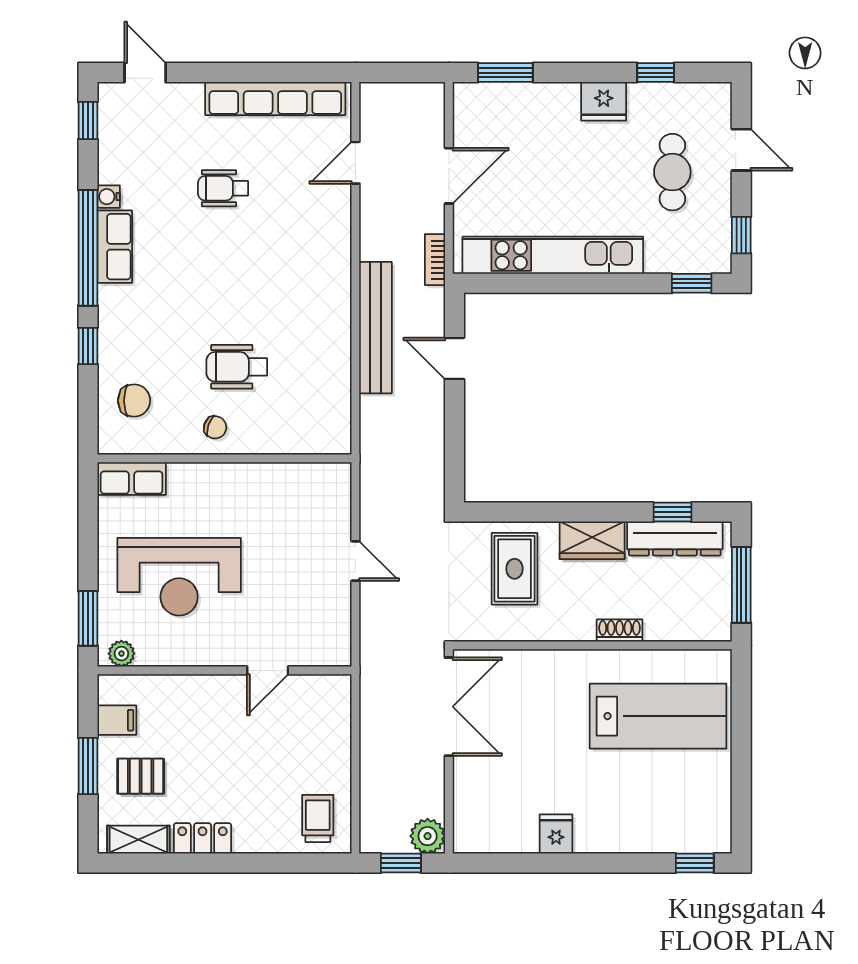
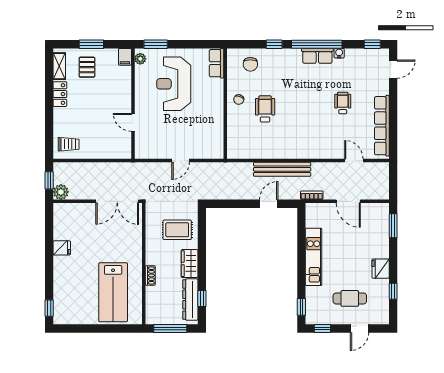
kitchen unit: (553, 255) -> (314, 257), width x0.73
filing cabinet: (117, 720) -> (125, 57), moved

